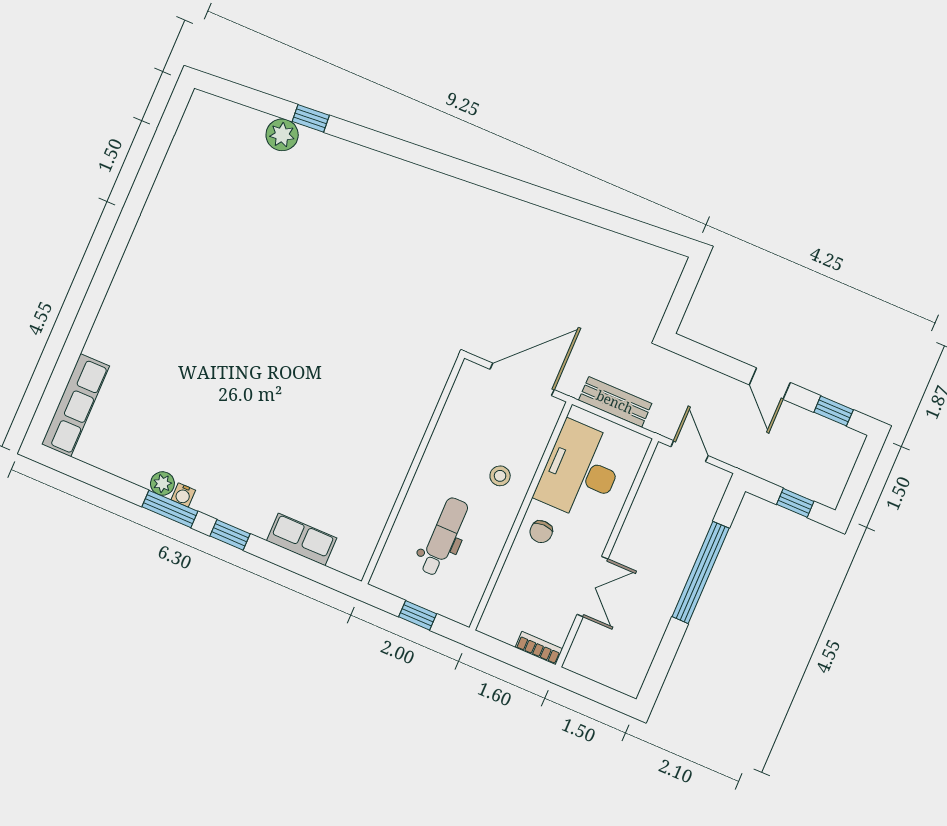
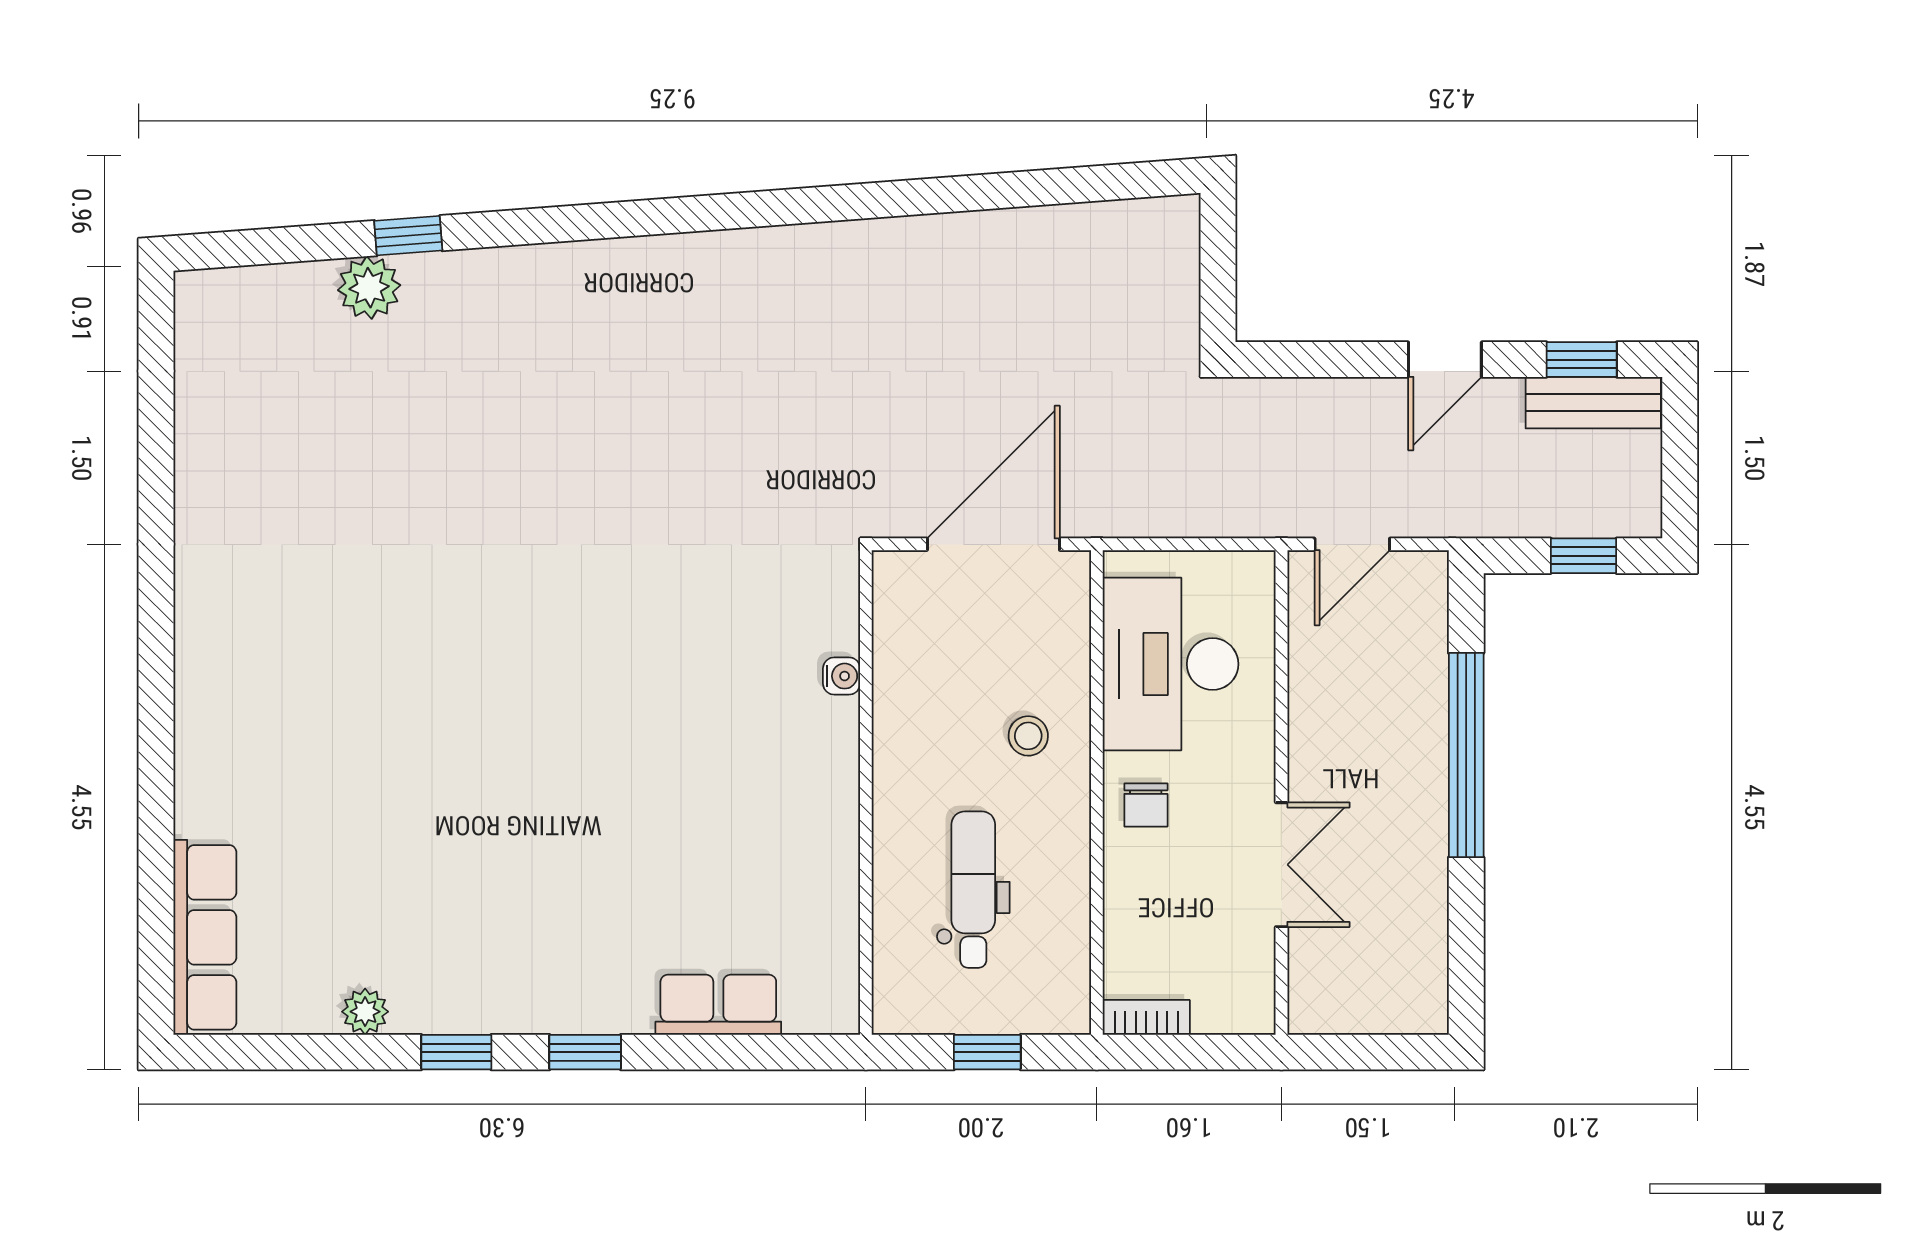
door: (770, 384) -> (1445, 360), hinge flipped
bench: (615, 402) -> (1593, 403), moved
door: (690, 451) -> (1352, 544), swing flipped
plant: (162, 483) -> (365, 1012), moved
water cooler: (183, 495) -> (842, 676), moved, turned -90
window: (170, 509) -> (456, 1052), width x0.67
bookcase: (539, 648) -> (1146, 1017), moved

